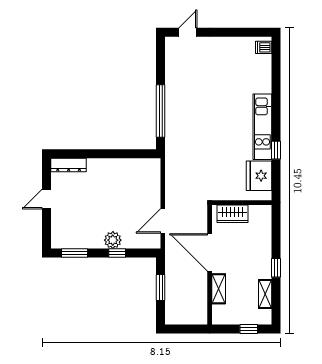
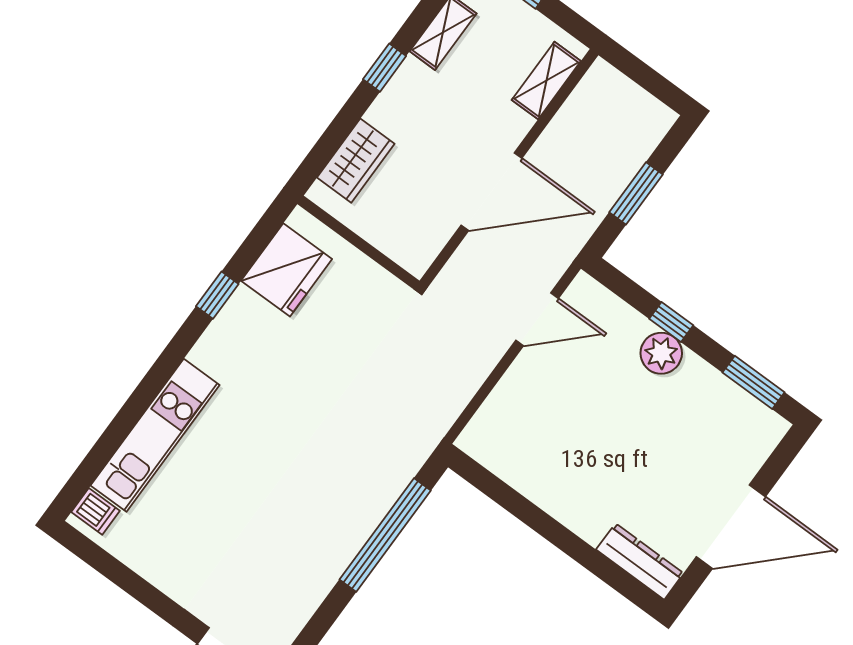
kitchen unit: (262, 127) -> (155, 435), moved
door: (47, 199) -> (731, 527), width x1.88
wardrobe: (233, 214) -> (356, 161), moved, turned 90
door: (210, 252) -> (492, 192), hinge flipped
shelving: (219, 289) -> (546, 81), moved

